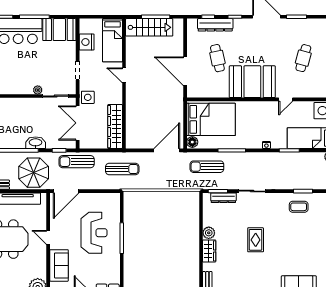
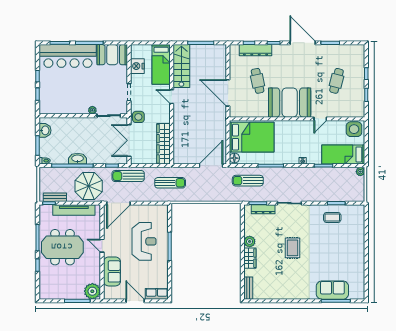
stairs: (149, 27) -> (181, 66), moved, turned -90
washbasin: (36, 143) -> (78, 159), moved

